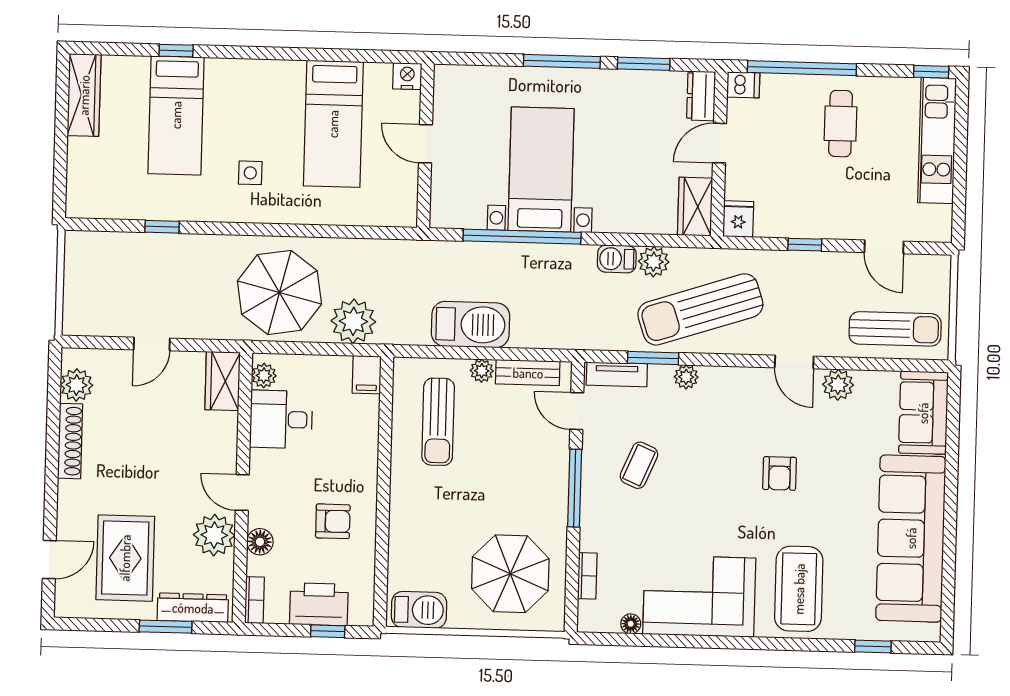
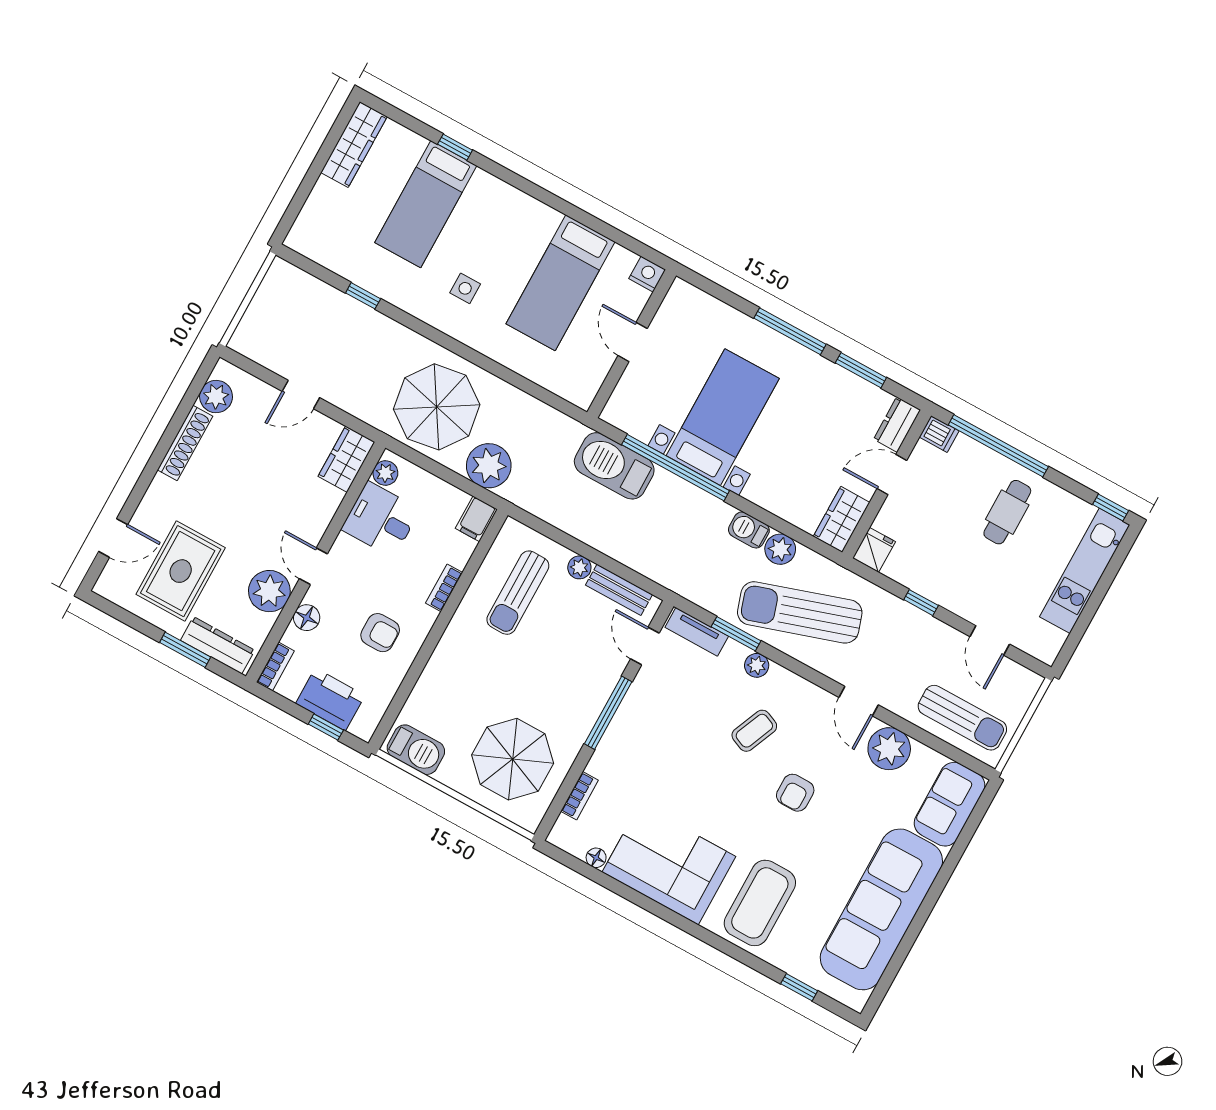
barbecue: (470, 325) -> (614, 466), moved, turned 180
plant: (838, 385) -> (889, 749), width x1.36, depth x1.36
bookcase: (370, 451) -> (444, 588), added
coffee table: (639, 465) -> (754, 731), moved

